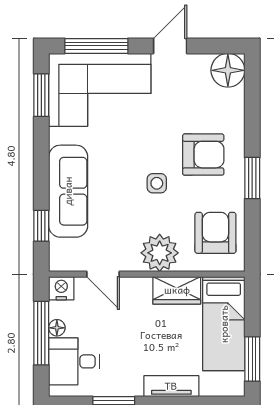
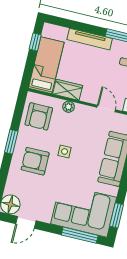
door: (170, 46) -> (26, 222), moved
plant: (160, 253) -> (69, 107), width x0.53, depth x0.53
window: (252, 359) -> (35, 42), width x0.67
tv unit: (171, 386) -> (90, 39), width x1.41

